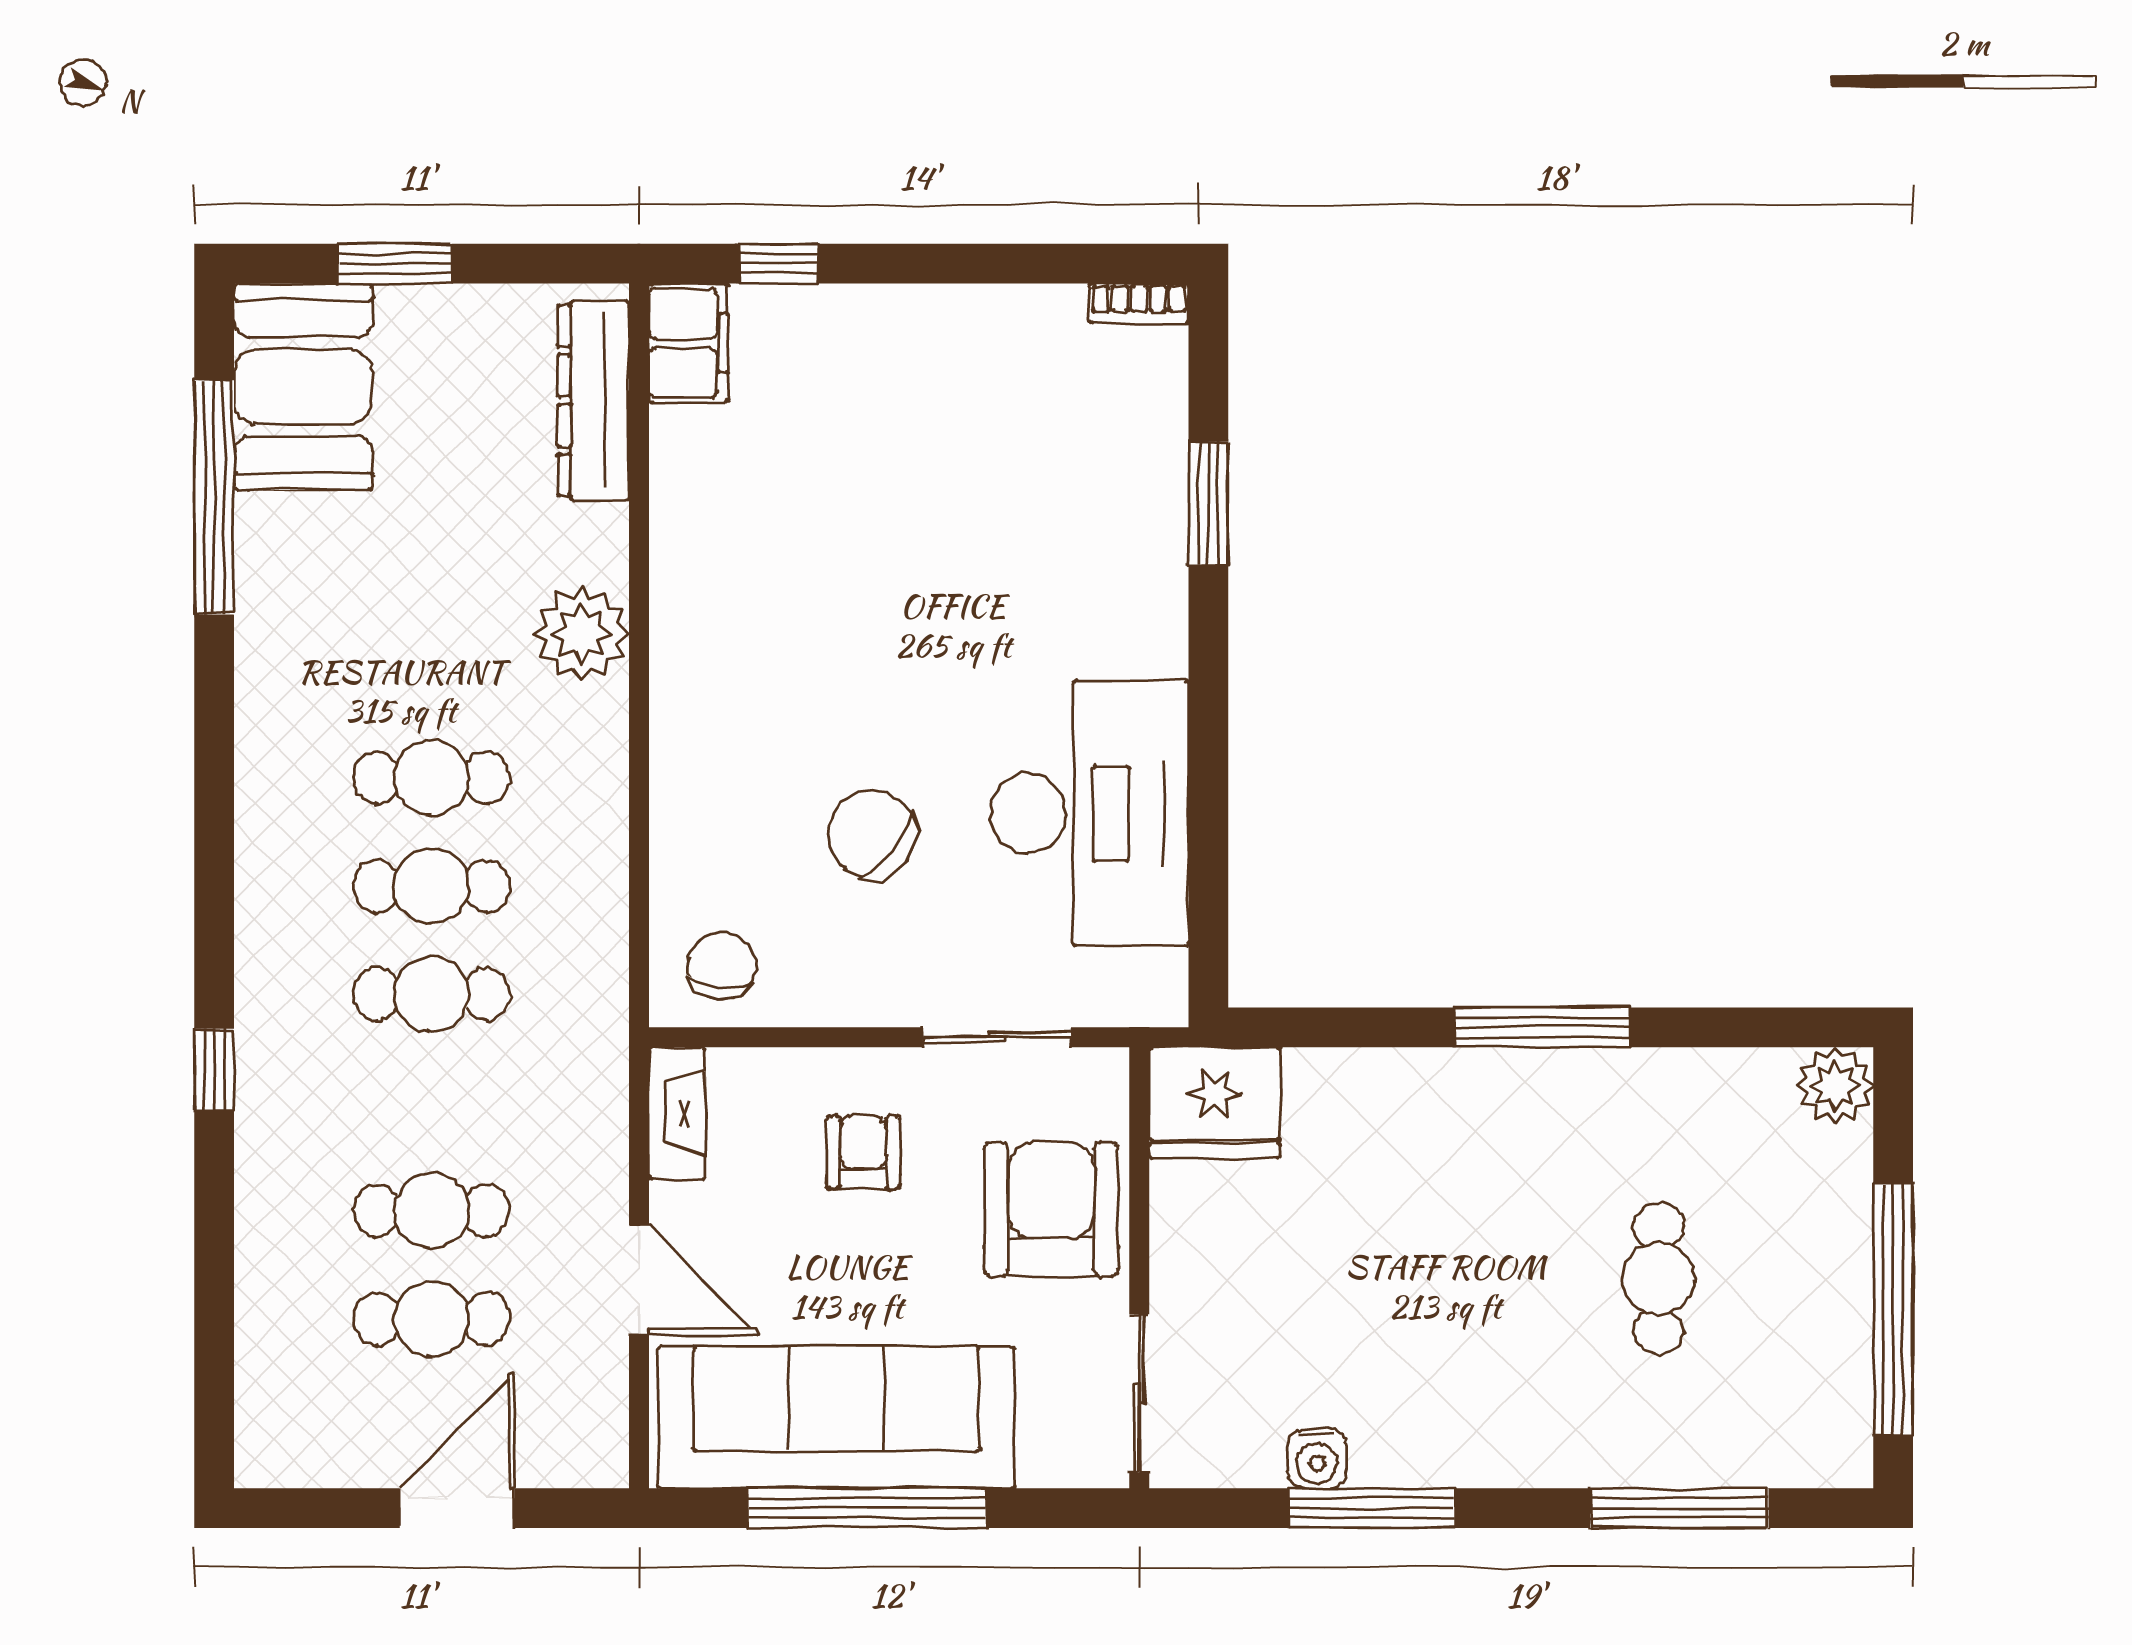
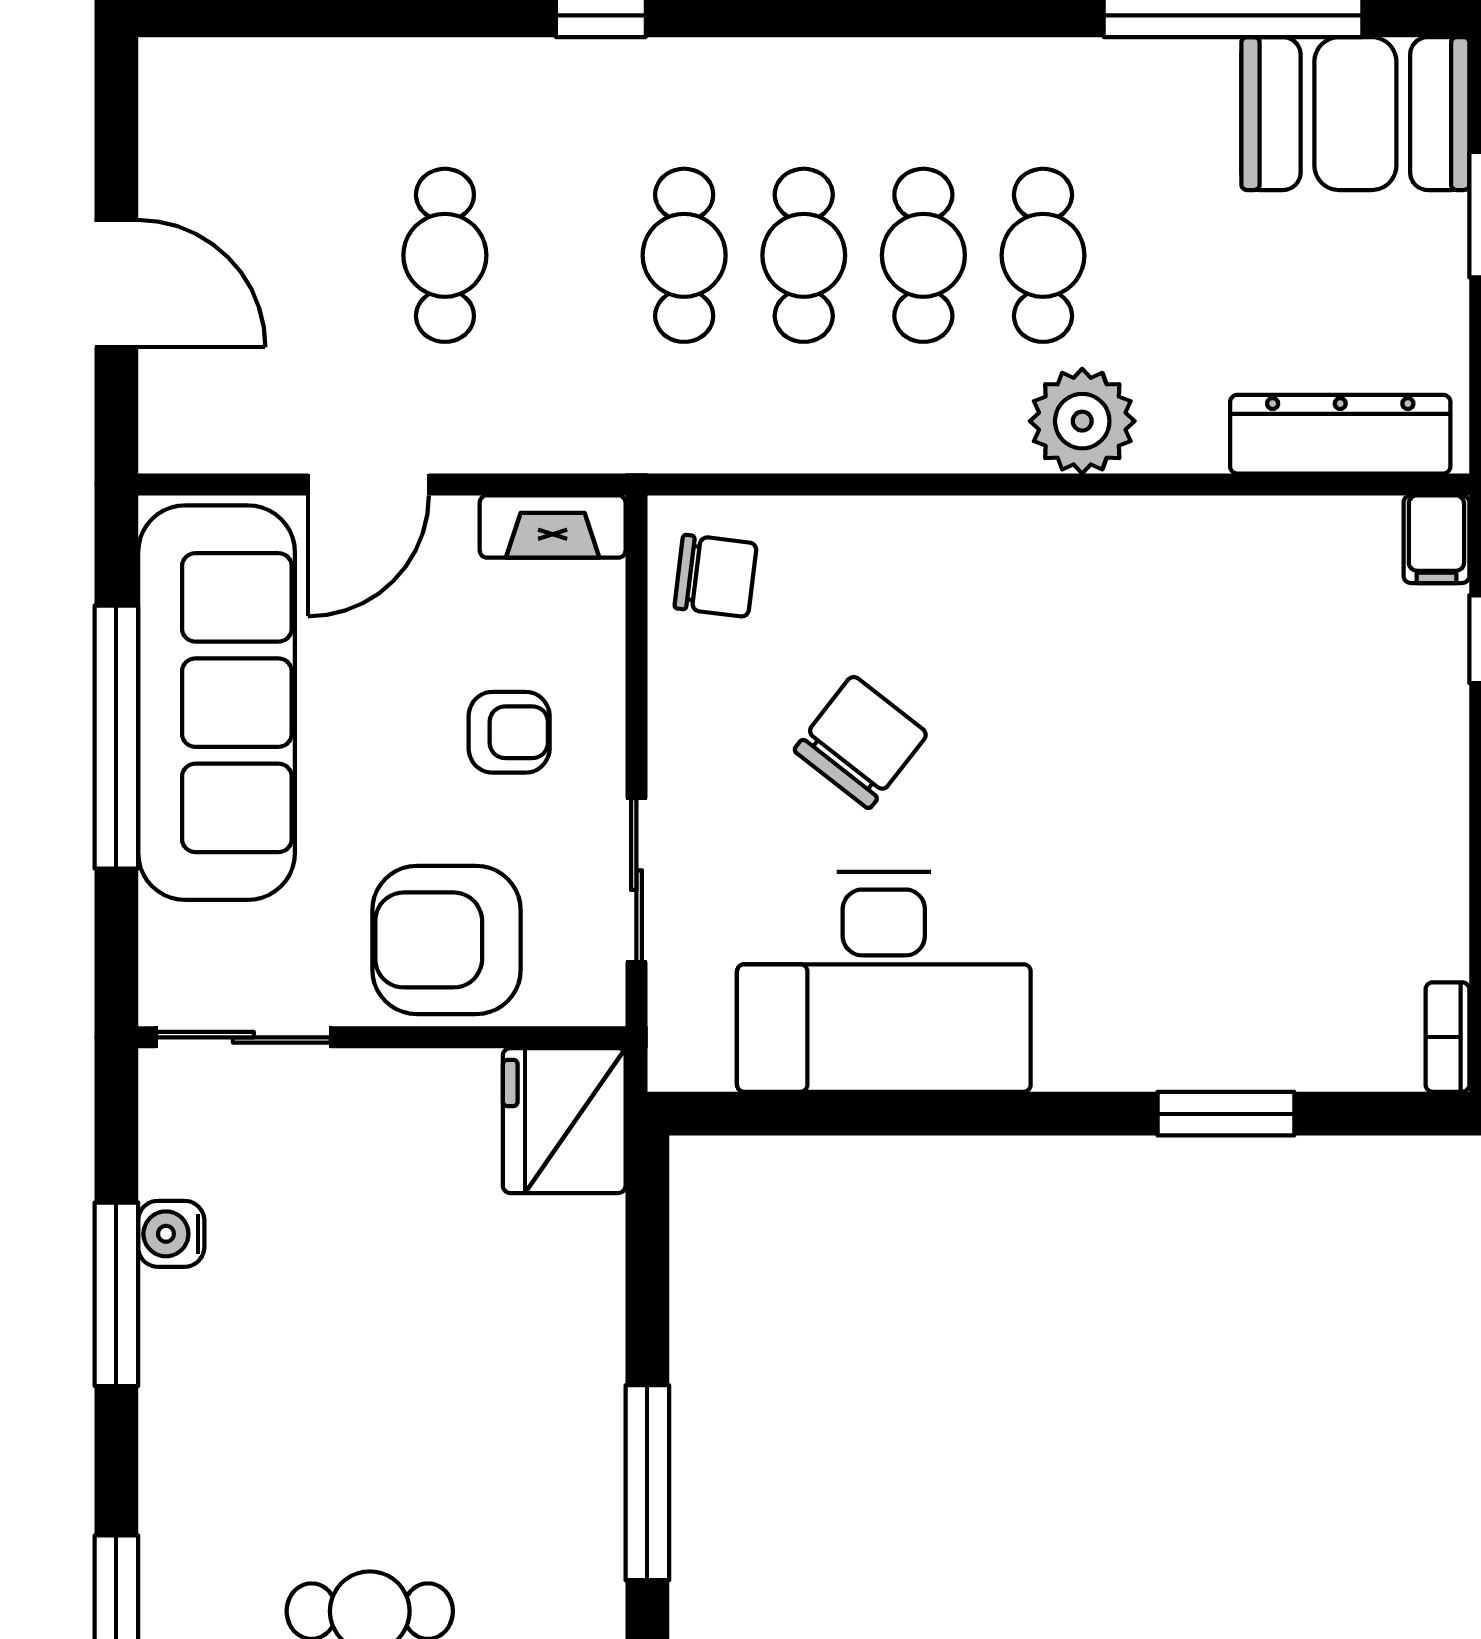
filing cabinet: (688, 343) -> (1436, 539), width x0.50
armchair: (1051, 1209) -> (446, 940), turned 180
cafe table: (431, 1319) -> (1043, 255), moved

